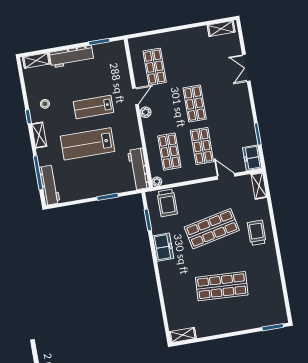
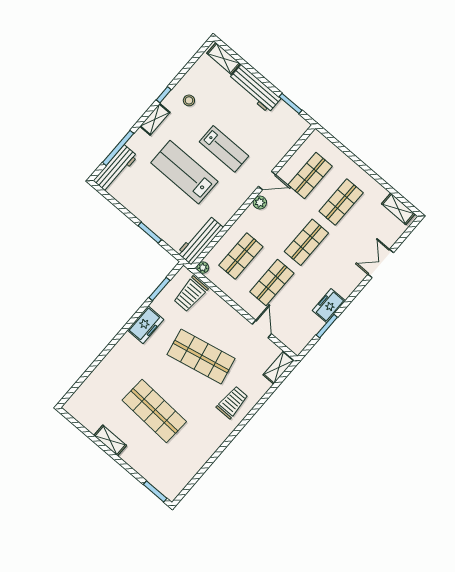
shop shelf: (187, 61) -> (341, 202), added
lab bench: (93, 107) -> (224, 149), turned 180
freezer: (252, 158) -> (329, 306), moved
shelving: (183, 335) -> (110, 440), moved

